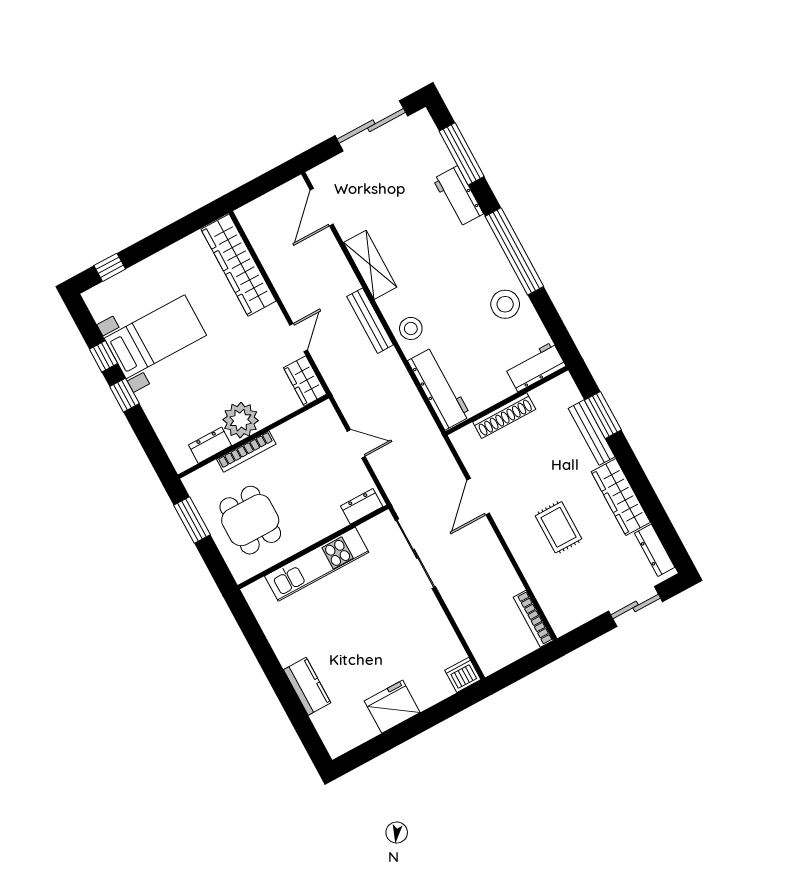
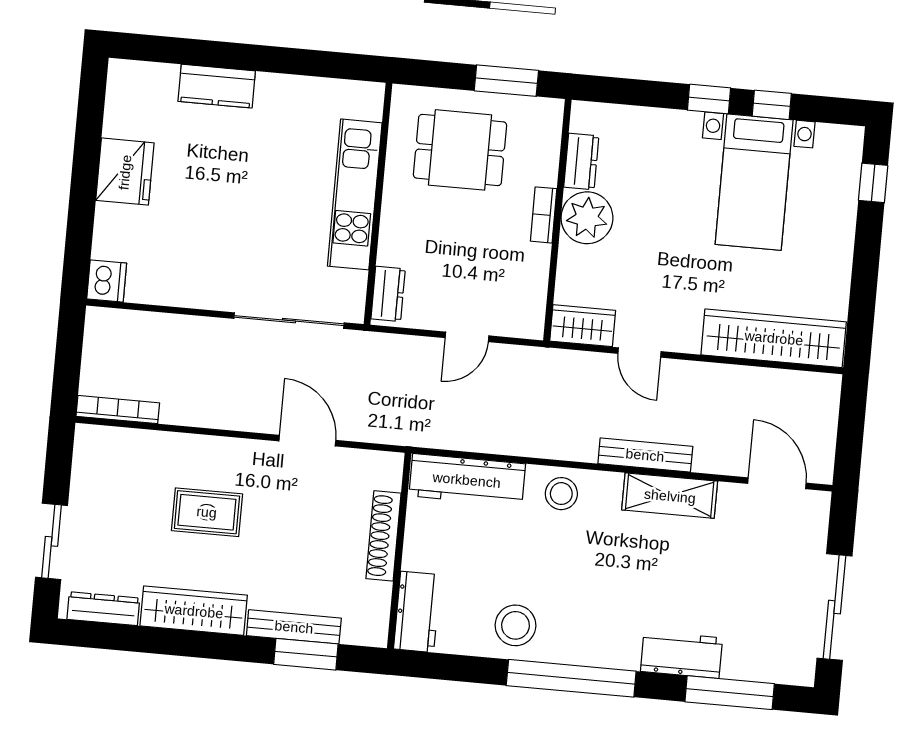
bench: (370, 321) -> (645, 455), moved
bookcase: (246, 452) -> (544, 215), width x0.64

